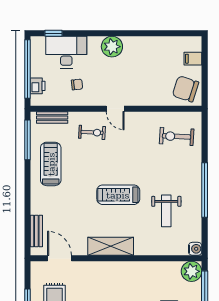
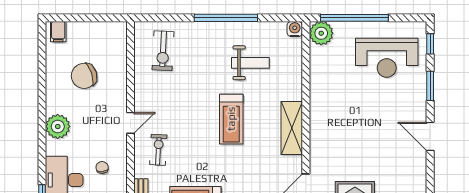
filing cabinet: (193, 59) -> (58, 32), moved
chair: (186, 89) -> (84, 76), moved, turned 54

